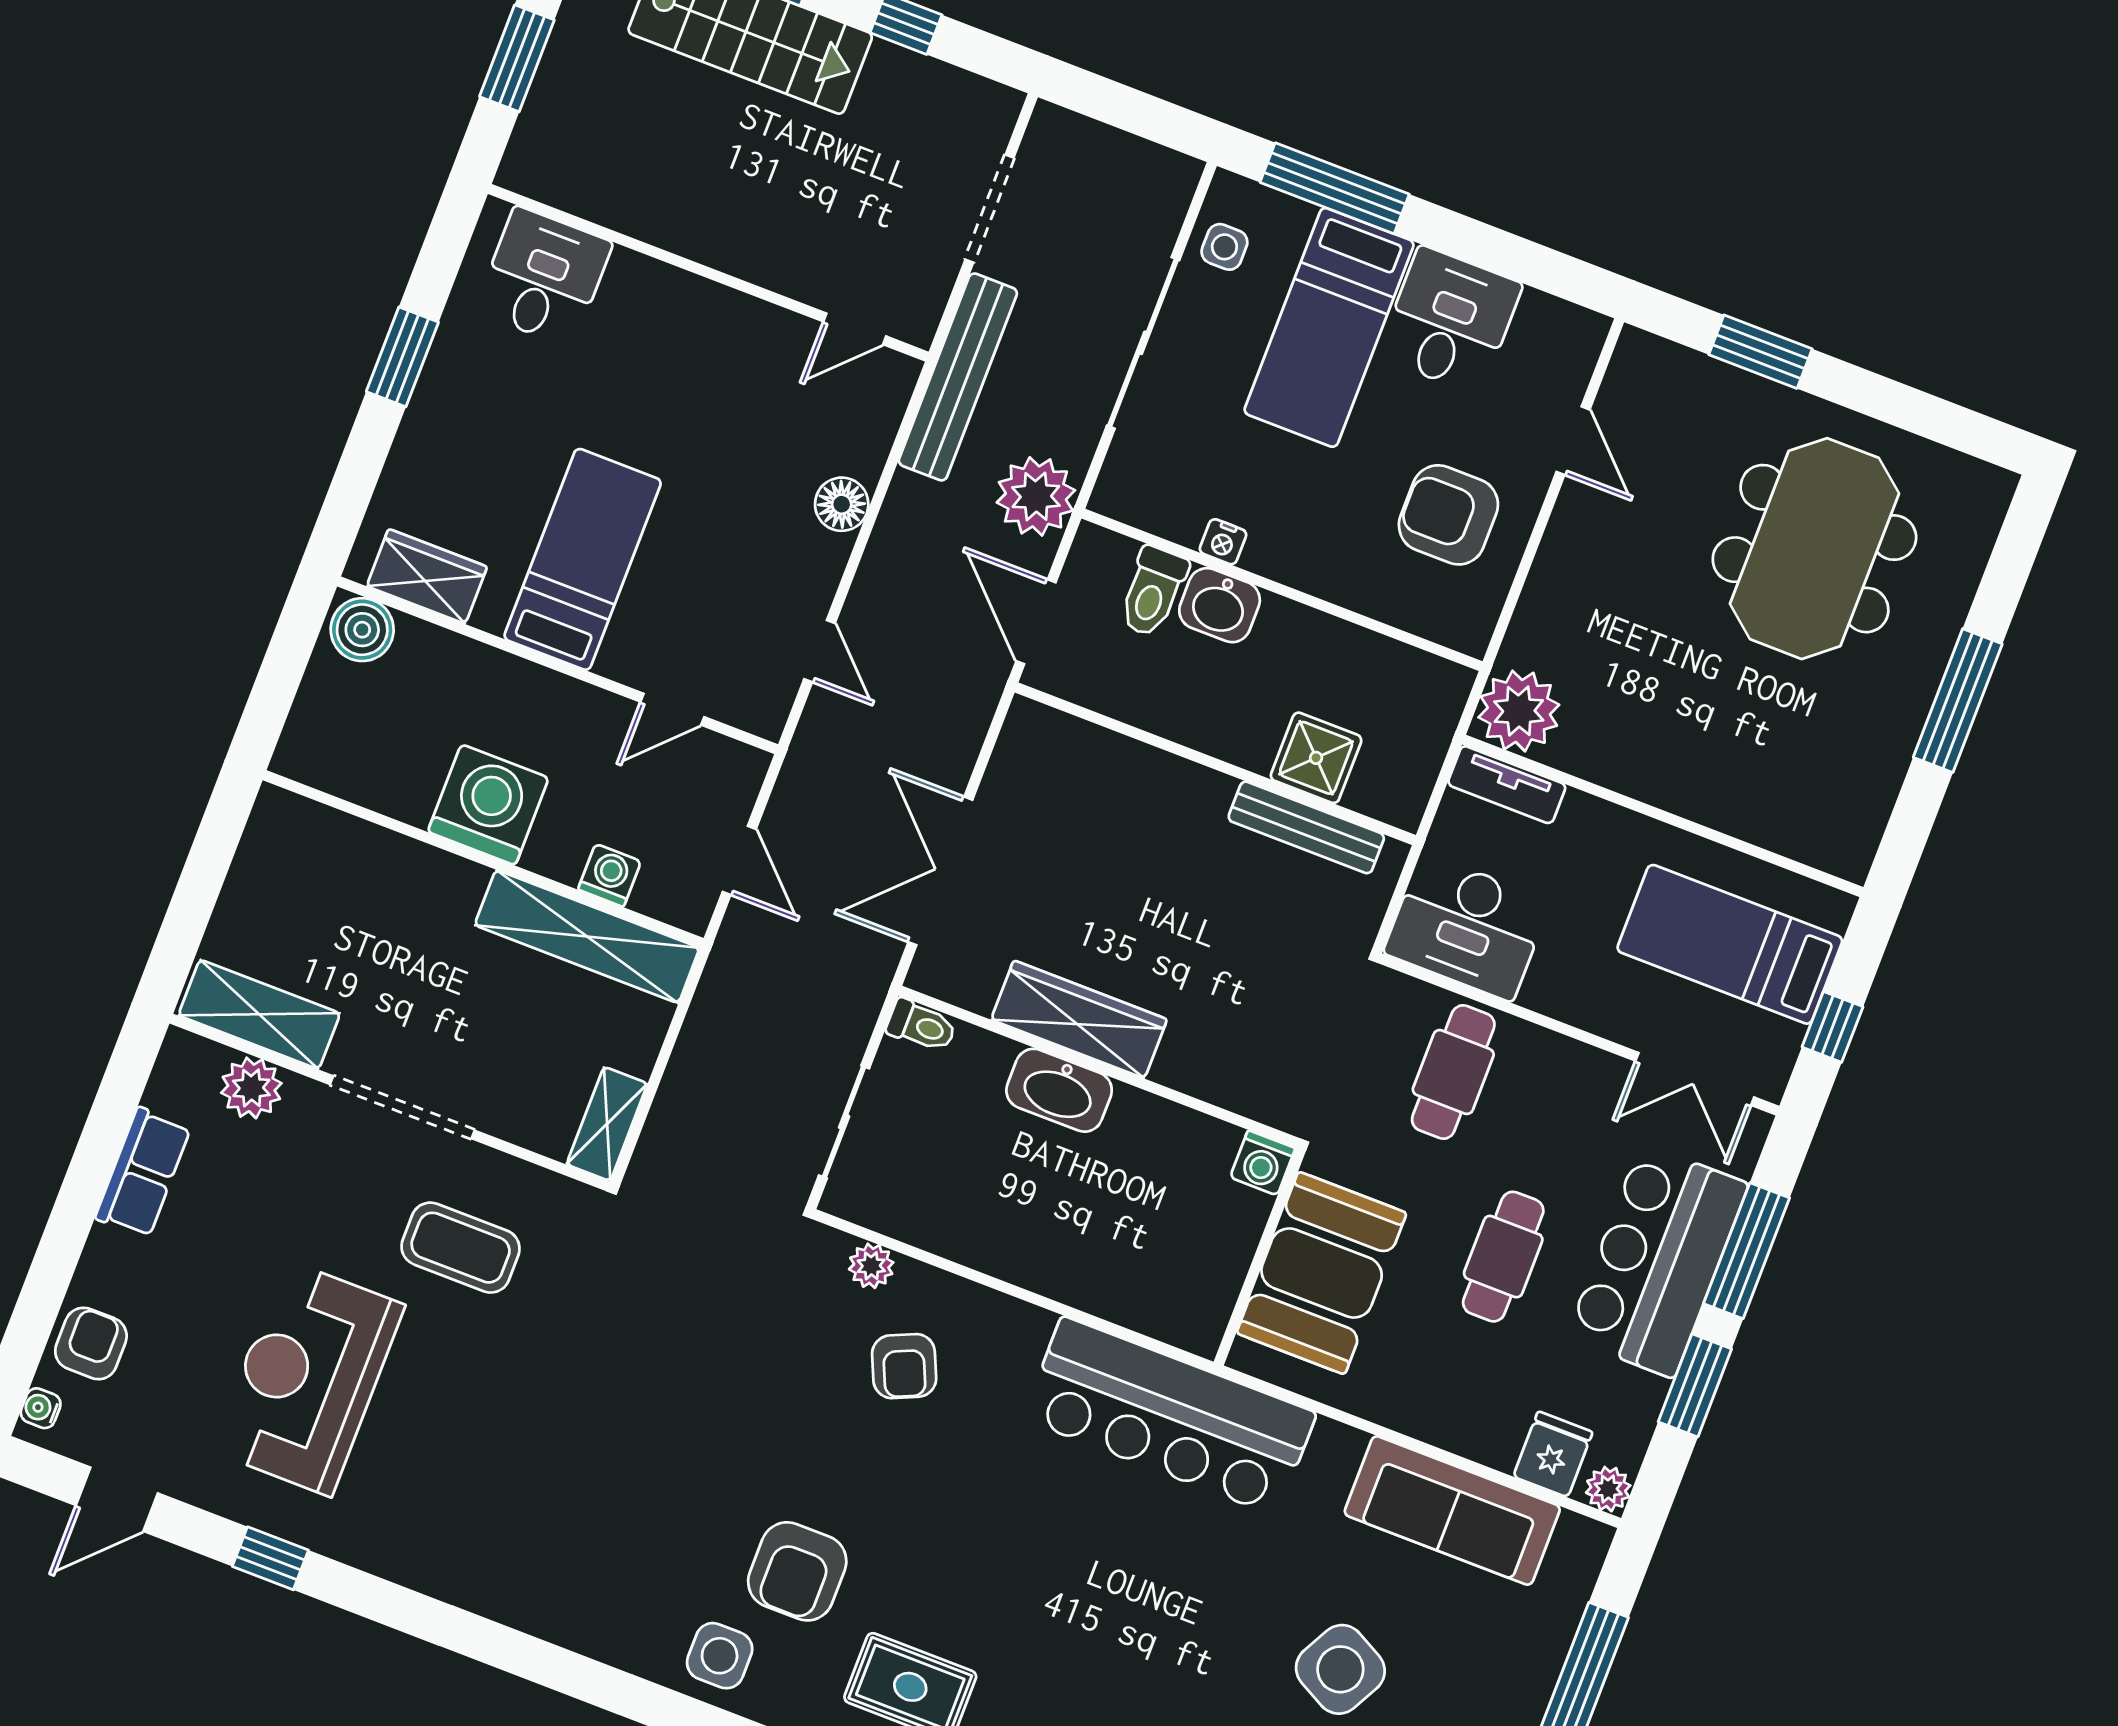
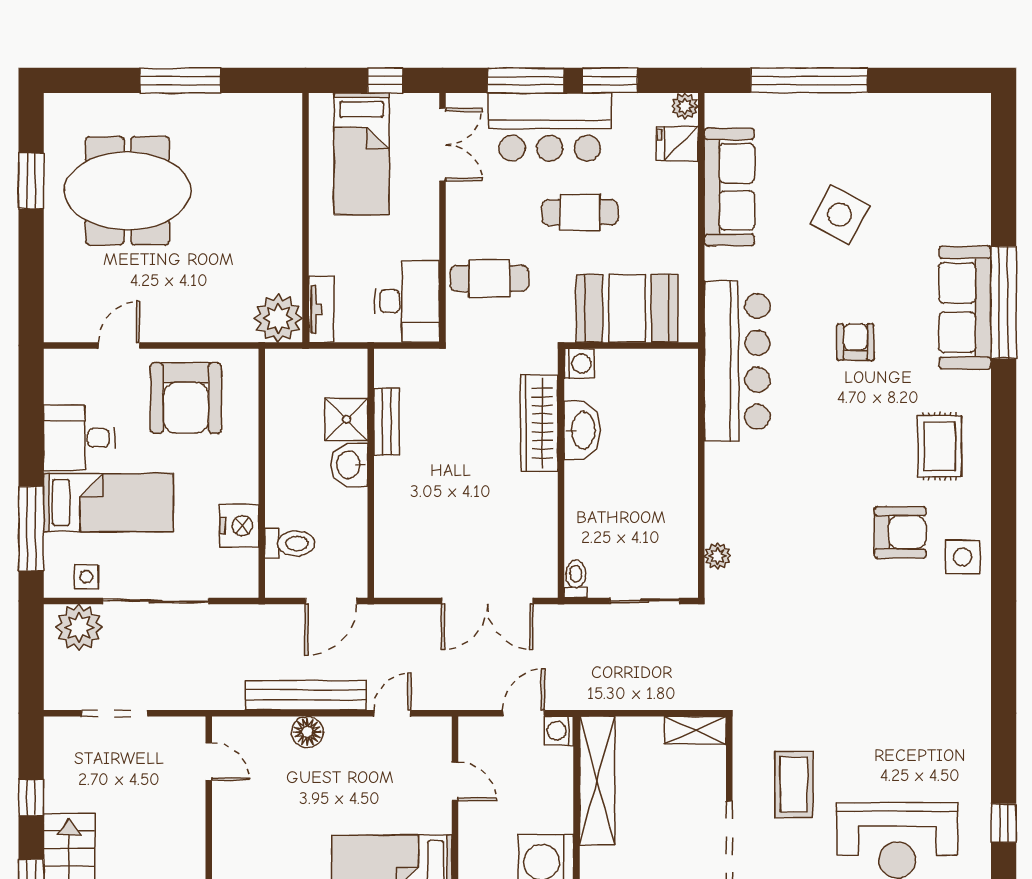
window: (1760, 352) -> (31, 181), moved
bench: (958, 377) -> (306, 695), moved
plant: (1036, 496) -> (79, 627), moved
armchair: (1448, 515) -> (186, 398), width x1.36, depth x1.36
nightstand: (1223, 542) -> (239, 526), width x1.89, depth x1.79
washbasin: (1220, 605) -> (349, 465), moved, turned 180
bench: (1306, 827) -> (387, 422), width x0.73
washing machine: (609, 875) -> (559, 731), moved
wardrobe: (1079, 1019) -> (539, 423), moved
washbasin: (1059, 1090) -> (582, 430), moved
armchair: (904, 1366) -> (855, 342), moved, turned -66

